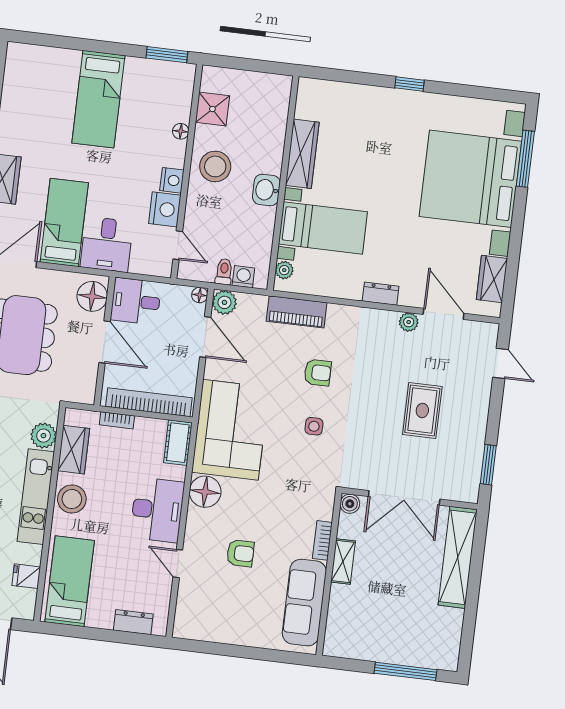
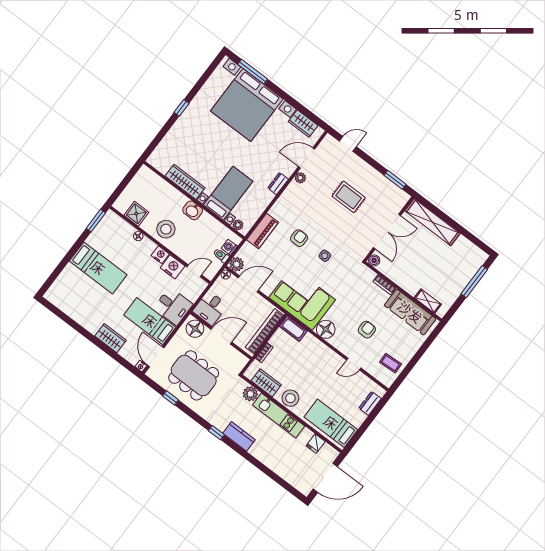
desk: (157, 510) -> (321, 359), removed
shelving: (343, 562) -> (428, 301), moved
coffee table: (211, 618) -> (390, 363), added

